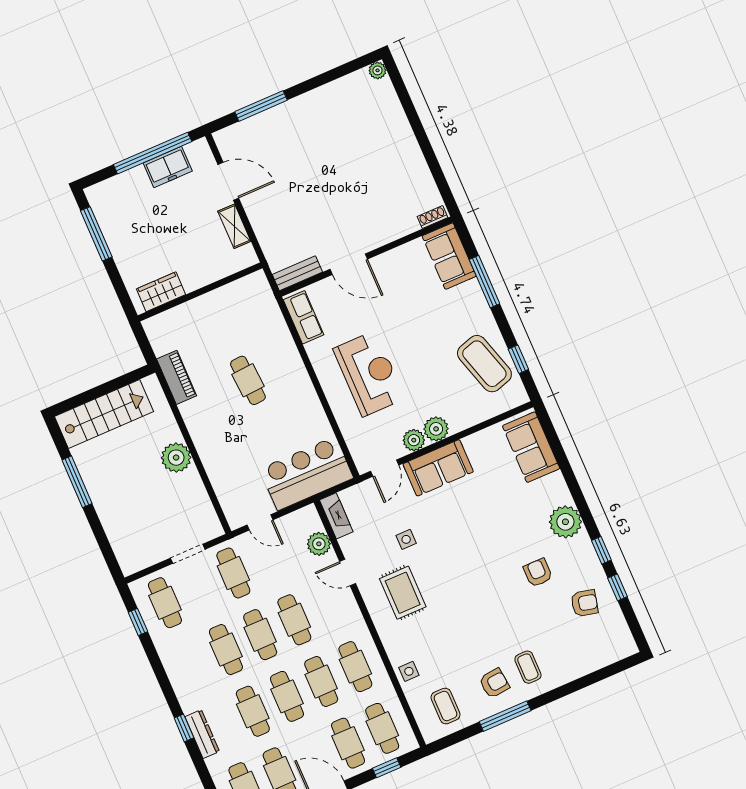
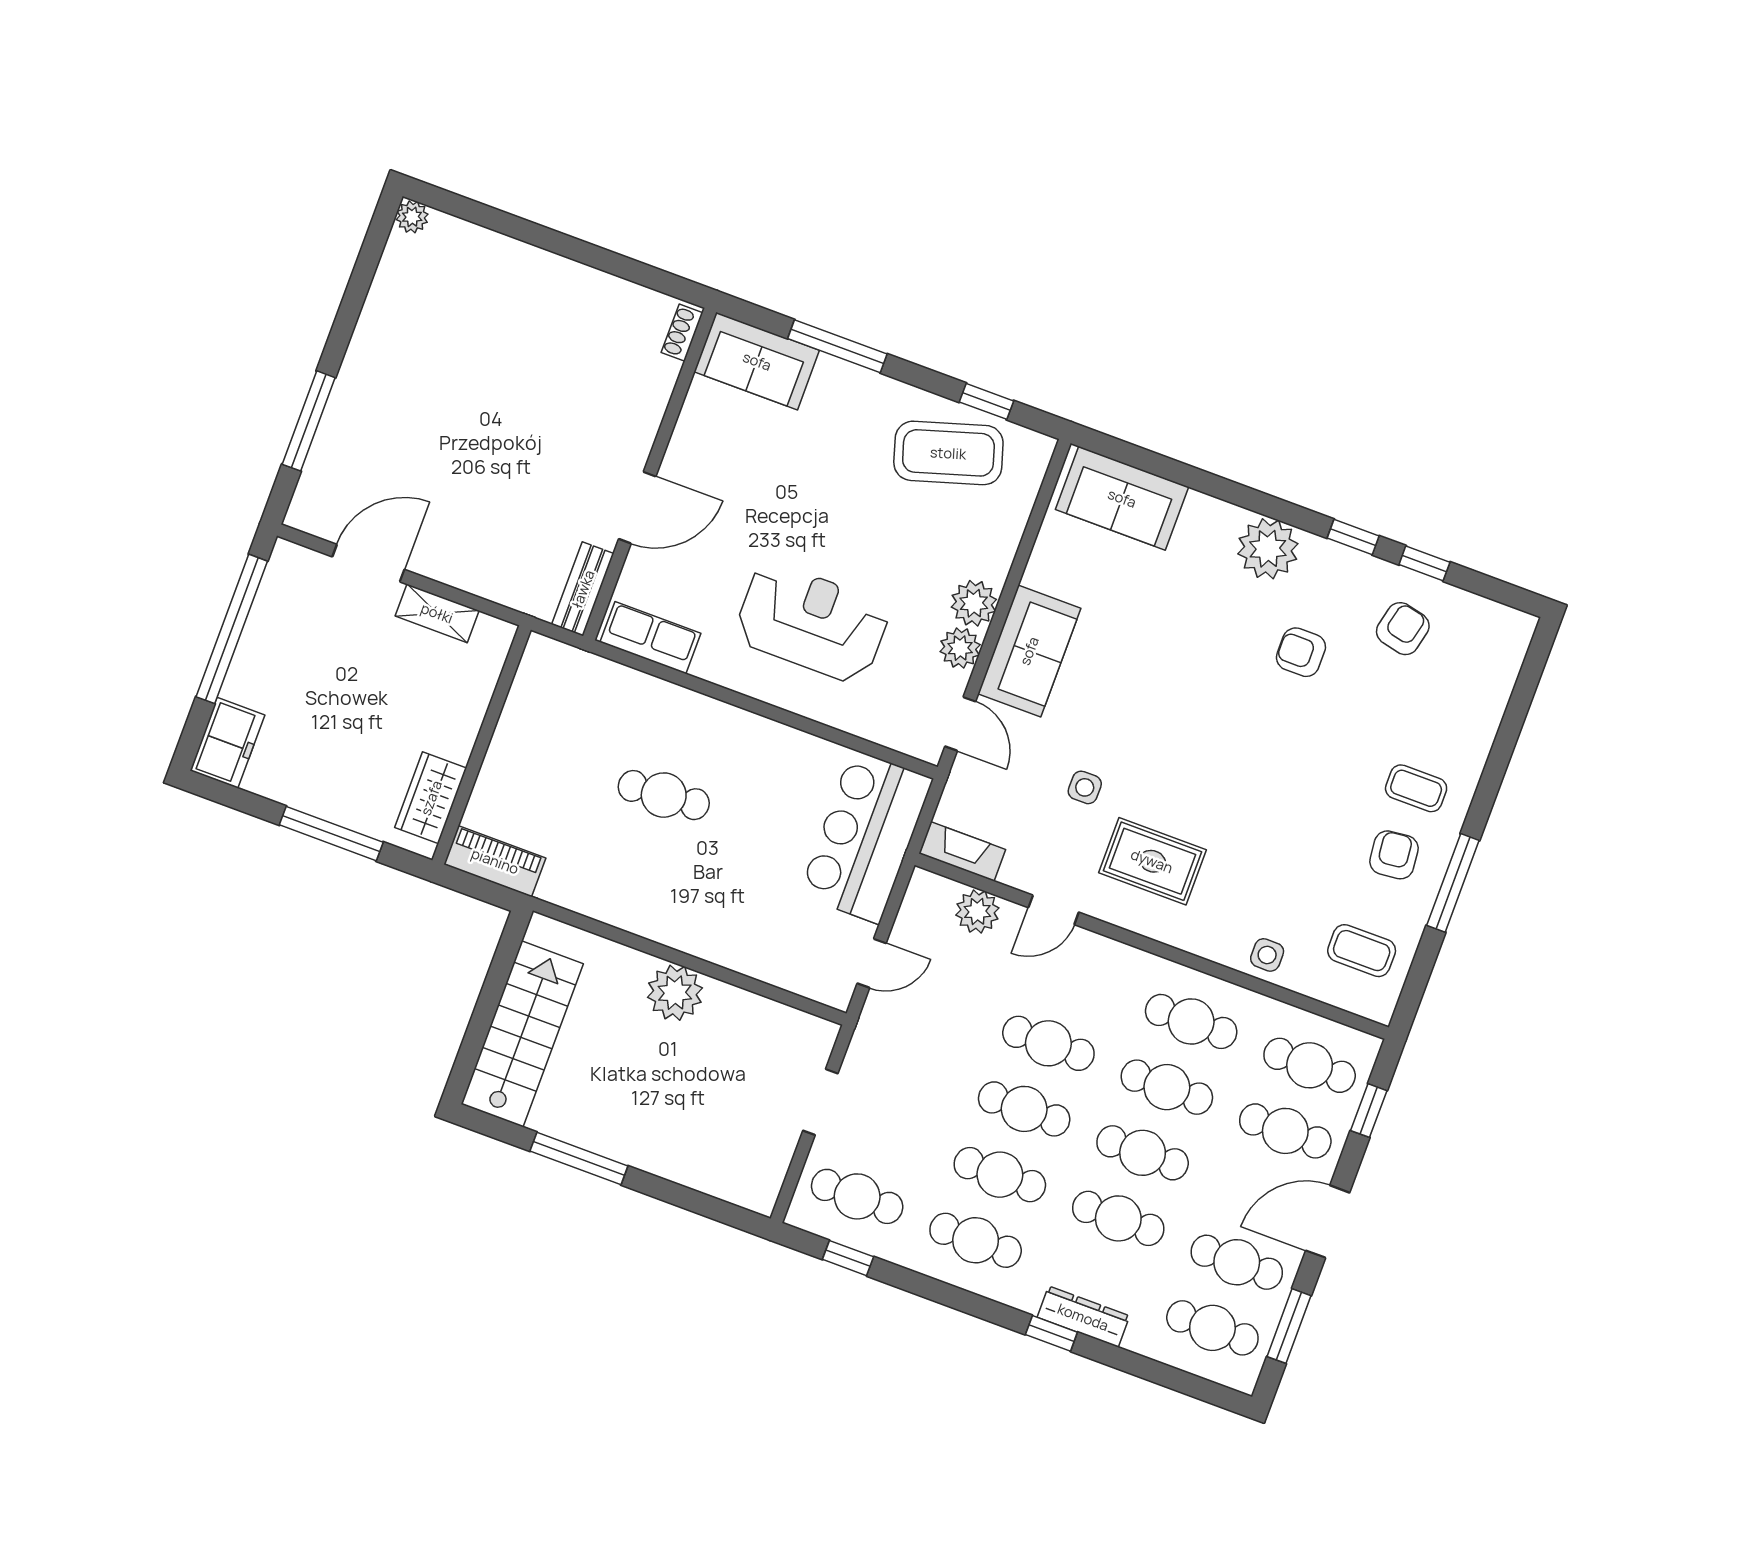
freezer: (168, 167) -> (227, 743), moved
window: (96, 234) -> (331, 834), moved
piano: (177, 377) -> (495, 861), moved
cafe table: (233, 573) -> (976, 1240), moved

